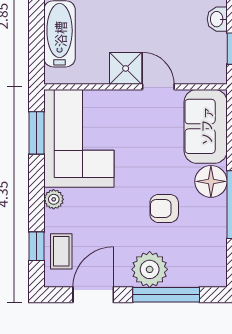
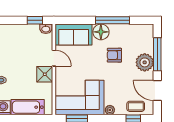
washbasin: (217, 19) -> (46, 29), moved
door: (158, 87) -> (54, 58), swing flipped
armchair: (164, 208) -> (114, 55), turned 90

